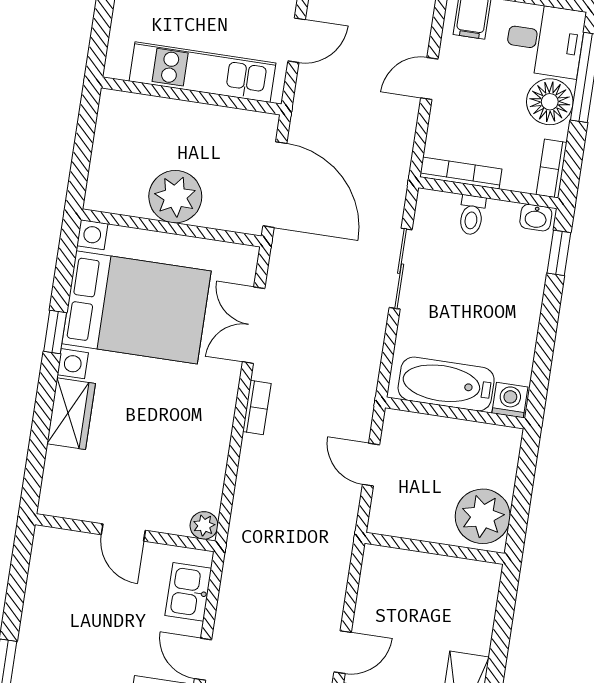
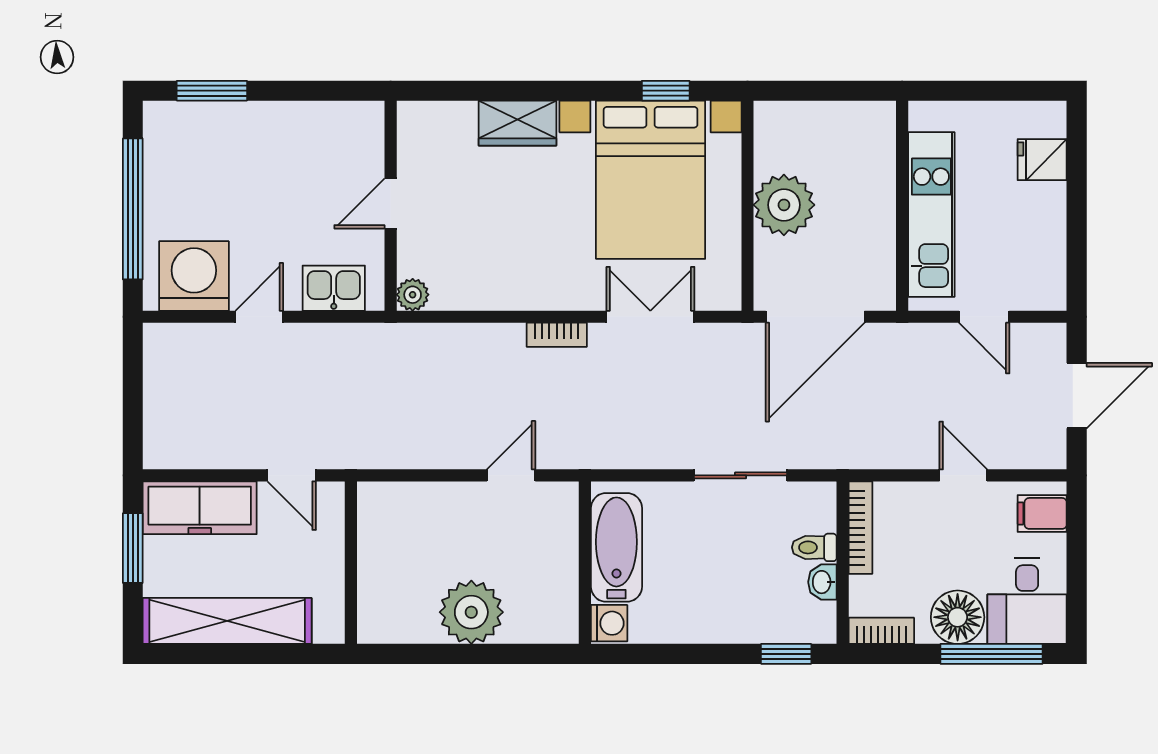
washbasin: (536, 218) -> (822, 582), moved
window: (55, 332) -> (666, 91), moved
wall: (435, 548) -> (351, 563), moved

